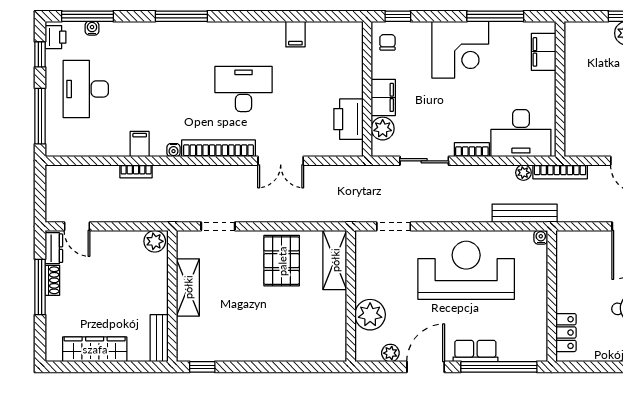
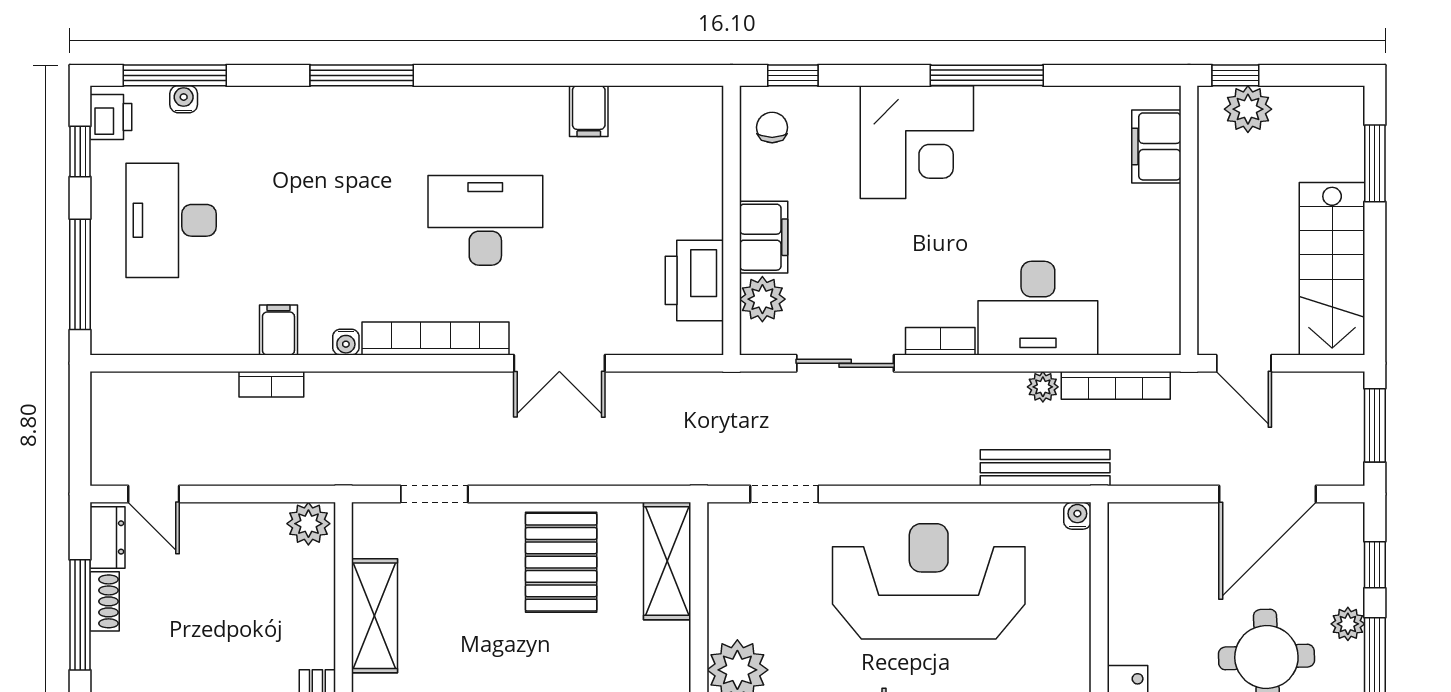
filing cabinet: (544, 52) -> (1156, 146), moved
wall: (560, 89) -> (1189, 220), moved

